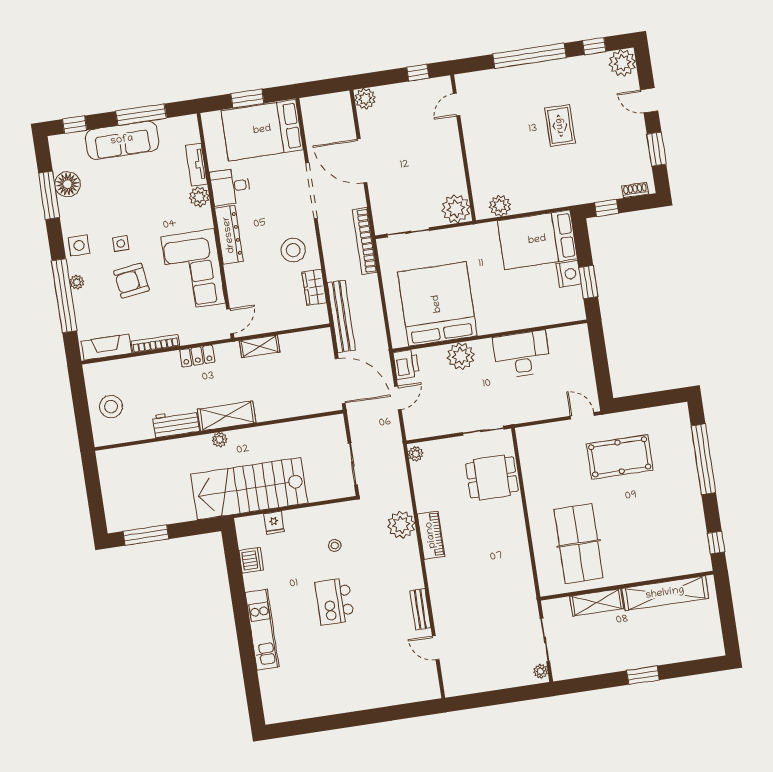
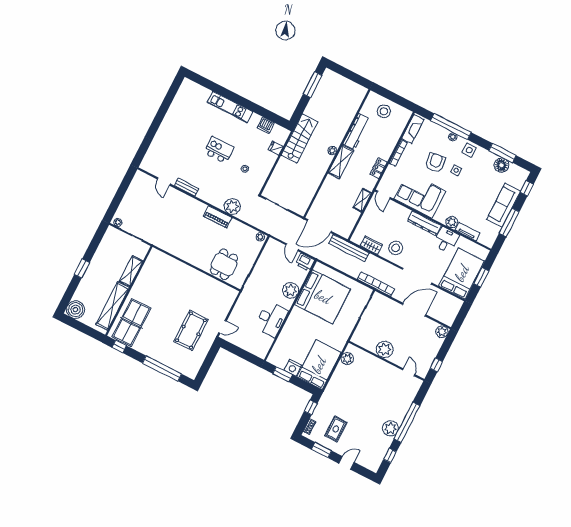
plant: (622, 63) -> (390, 428), moved
rug: (560, 126) -> (336, 429), moved, turned 90
plant: (456, 209) -> (385, 349), moved
workbench: (176, 423) -> (357, 132), width x1.37
stairs: (249, 489) -> (300, 138), width x0.73, depth x0.66
table tennis table: (579, 544) -> (131, 323), moved, turned 90
boiler: (708, 642) -> (76, 310), added
door: (436, 648) -> (164, 182), swing flipped

